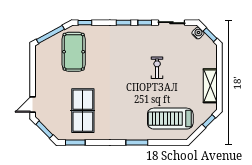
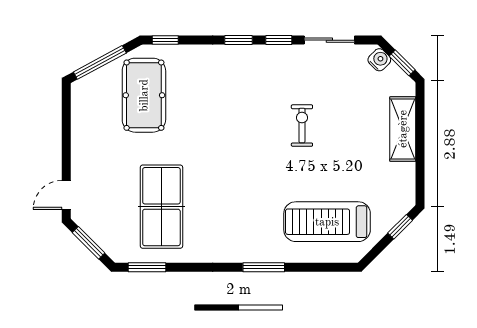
shelving: (210, 86) -> (403, 129), moved

